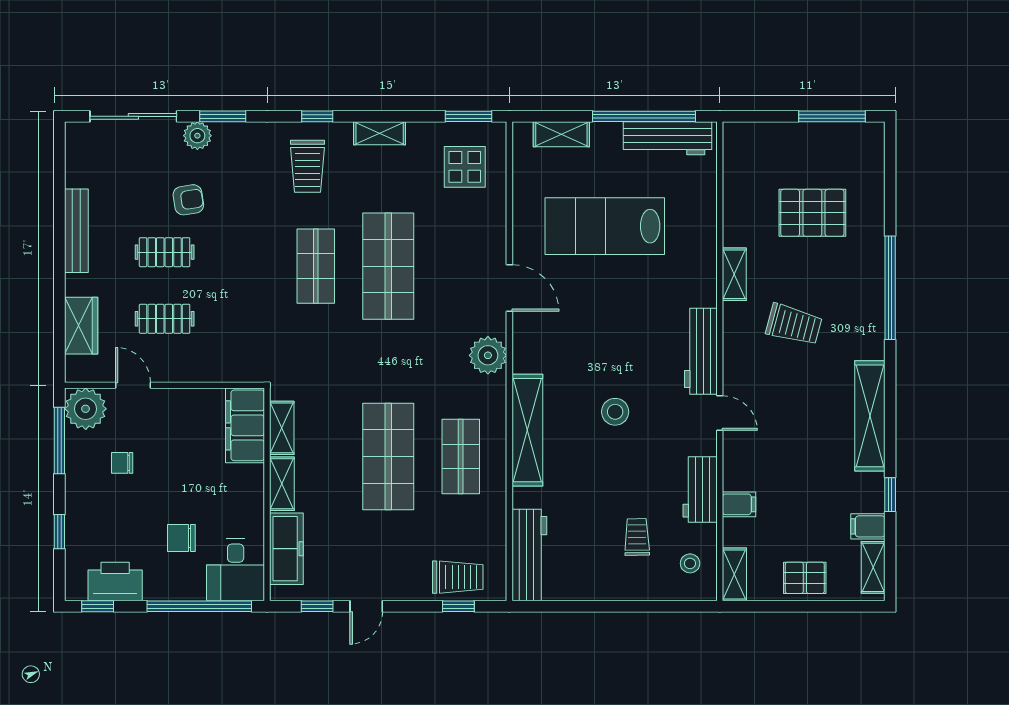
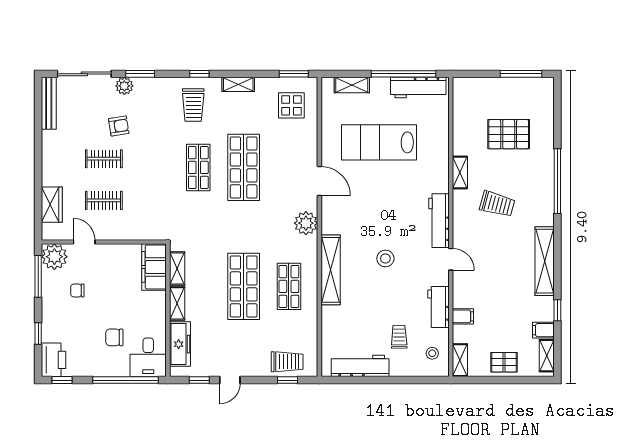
bench: (76, 231) -> (49, 103), moved
workbench: (529, 555) -> (360, 366), moved, turned -90
printer: (115, 582) -> (54, 360), moved, turned 90

